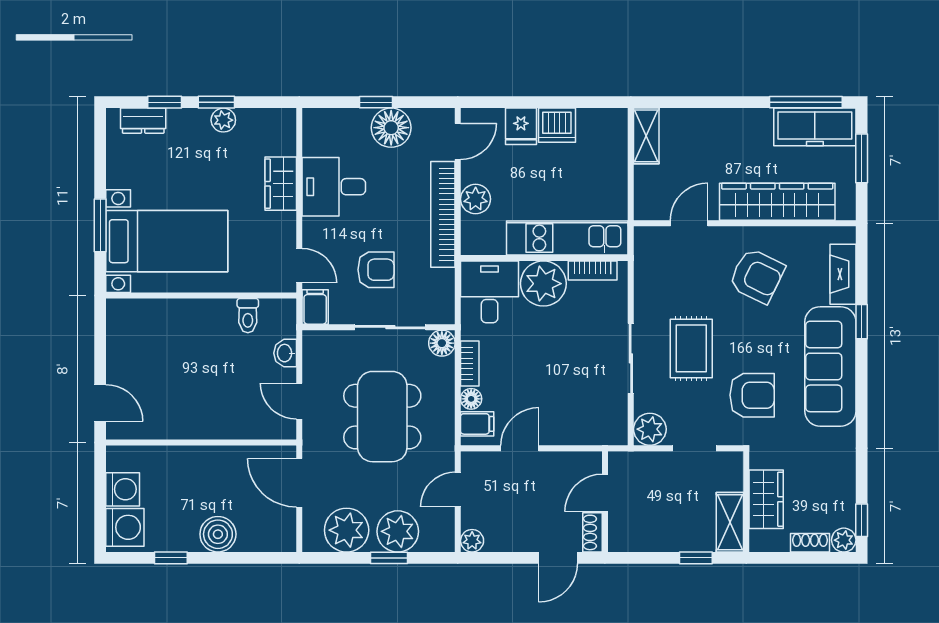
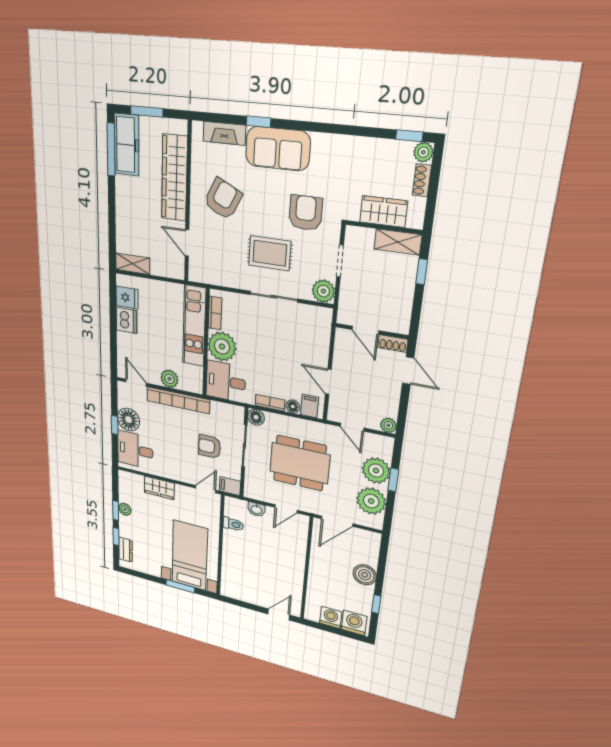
fridge: (521, 126) -> (127, 298), moved
desk: (334, 187) -> (135, 450), moved, turned 90
armchair: (376, 270) -> (210, 447), turned -90
sofa: (830, 366) -> (278, 149), width x0.73

